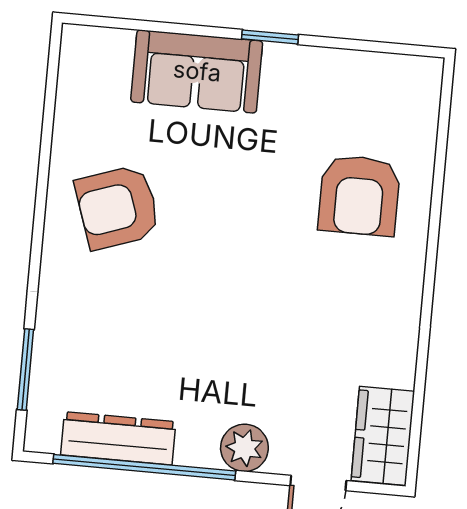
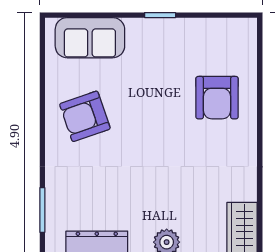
sofa: (197, 71) -> (90, 38), moved

